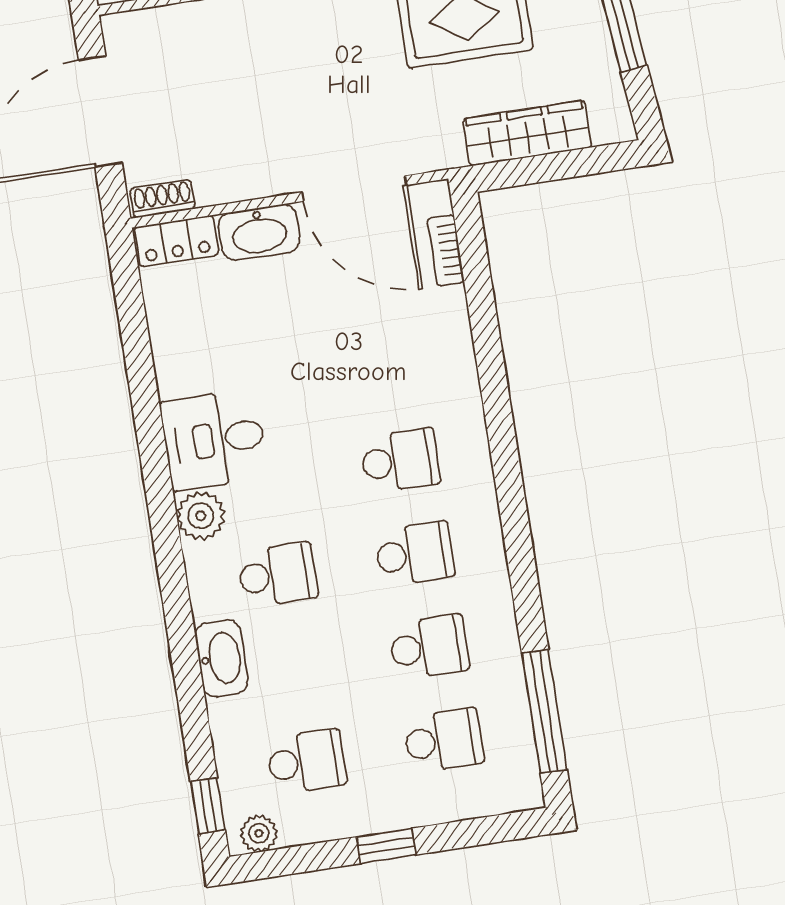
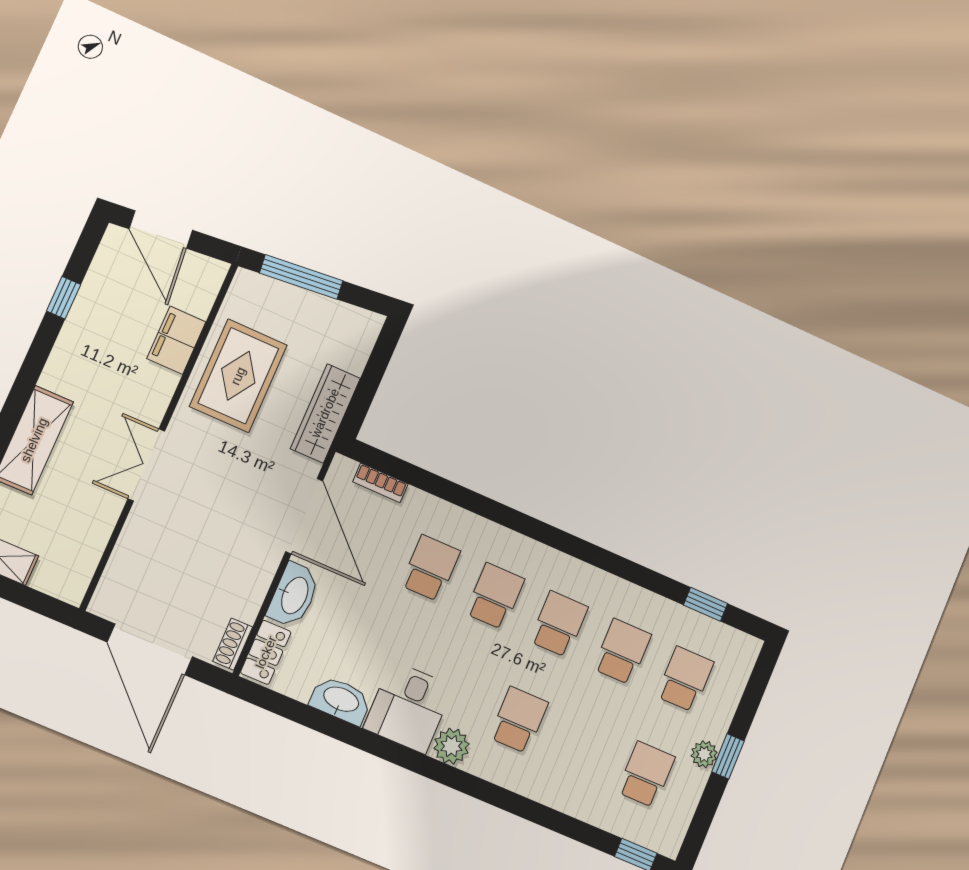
wardrobe: (527, 133) -> (325, 413), moved
door: (354, 189) -> (304, 516), hinge flipped
school desk: (386, 367) -> (430, 568), added
washbasin: (222, 658) -> (341, 700), moved
window: (544, 711) -> (705, 604), width x0.46
plant: (259, 834) -> (704, 754), moved

